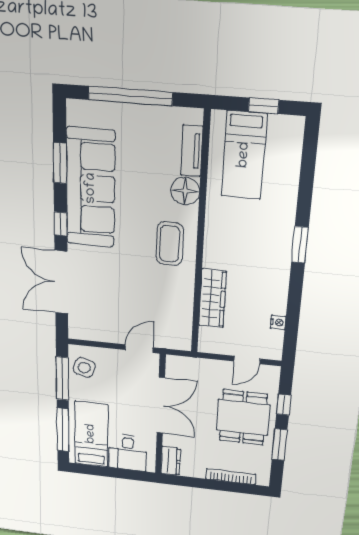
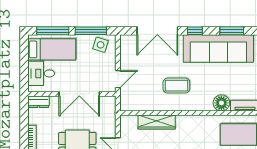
coffee table: (170, 244) -> (176, 86), moved
double door: (61, 282) -> (157, 31), swing flipped
door: (139, 349) -> (118, 79), hinge flipped

